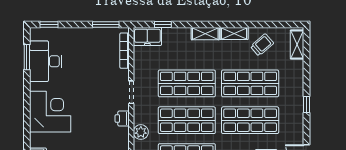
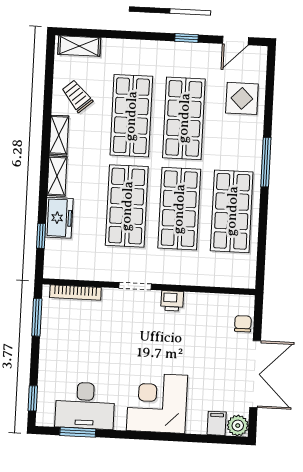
freezer: (147, 36) -> (59, 218), moved
window: (306, 104) -> (186, 38), moved
plant: (141, 132) -> (193, 275), removed

